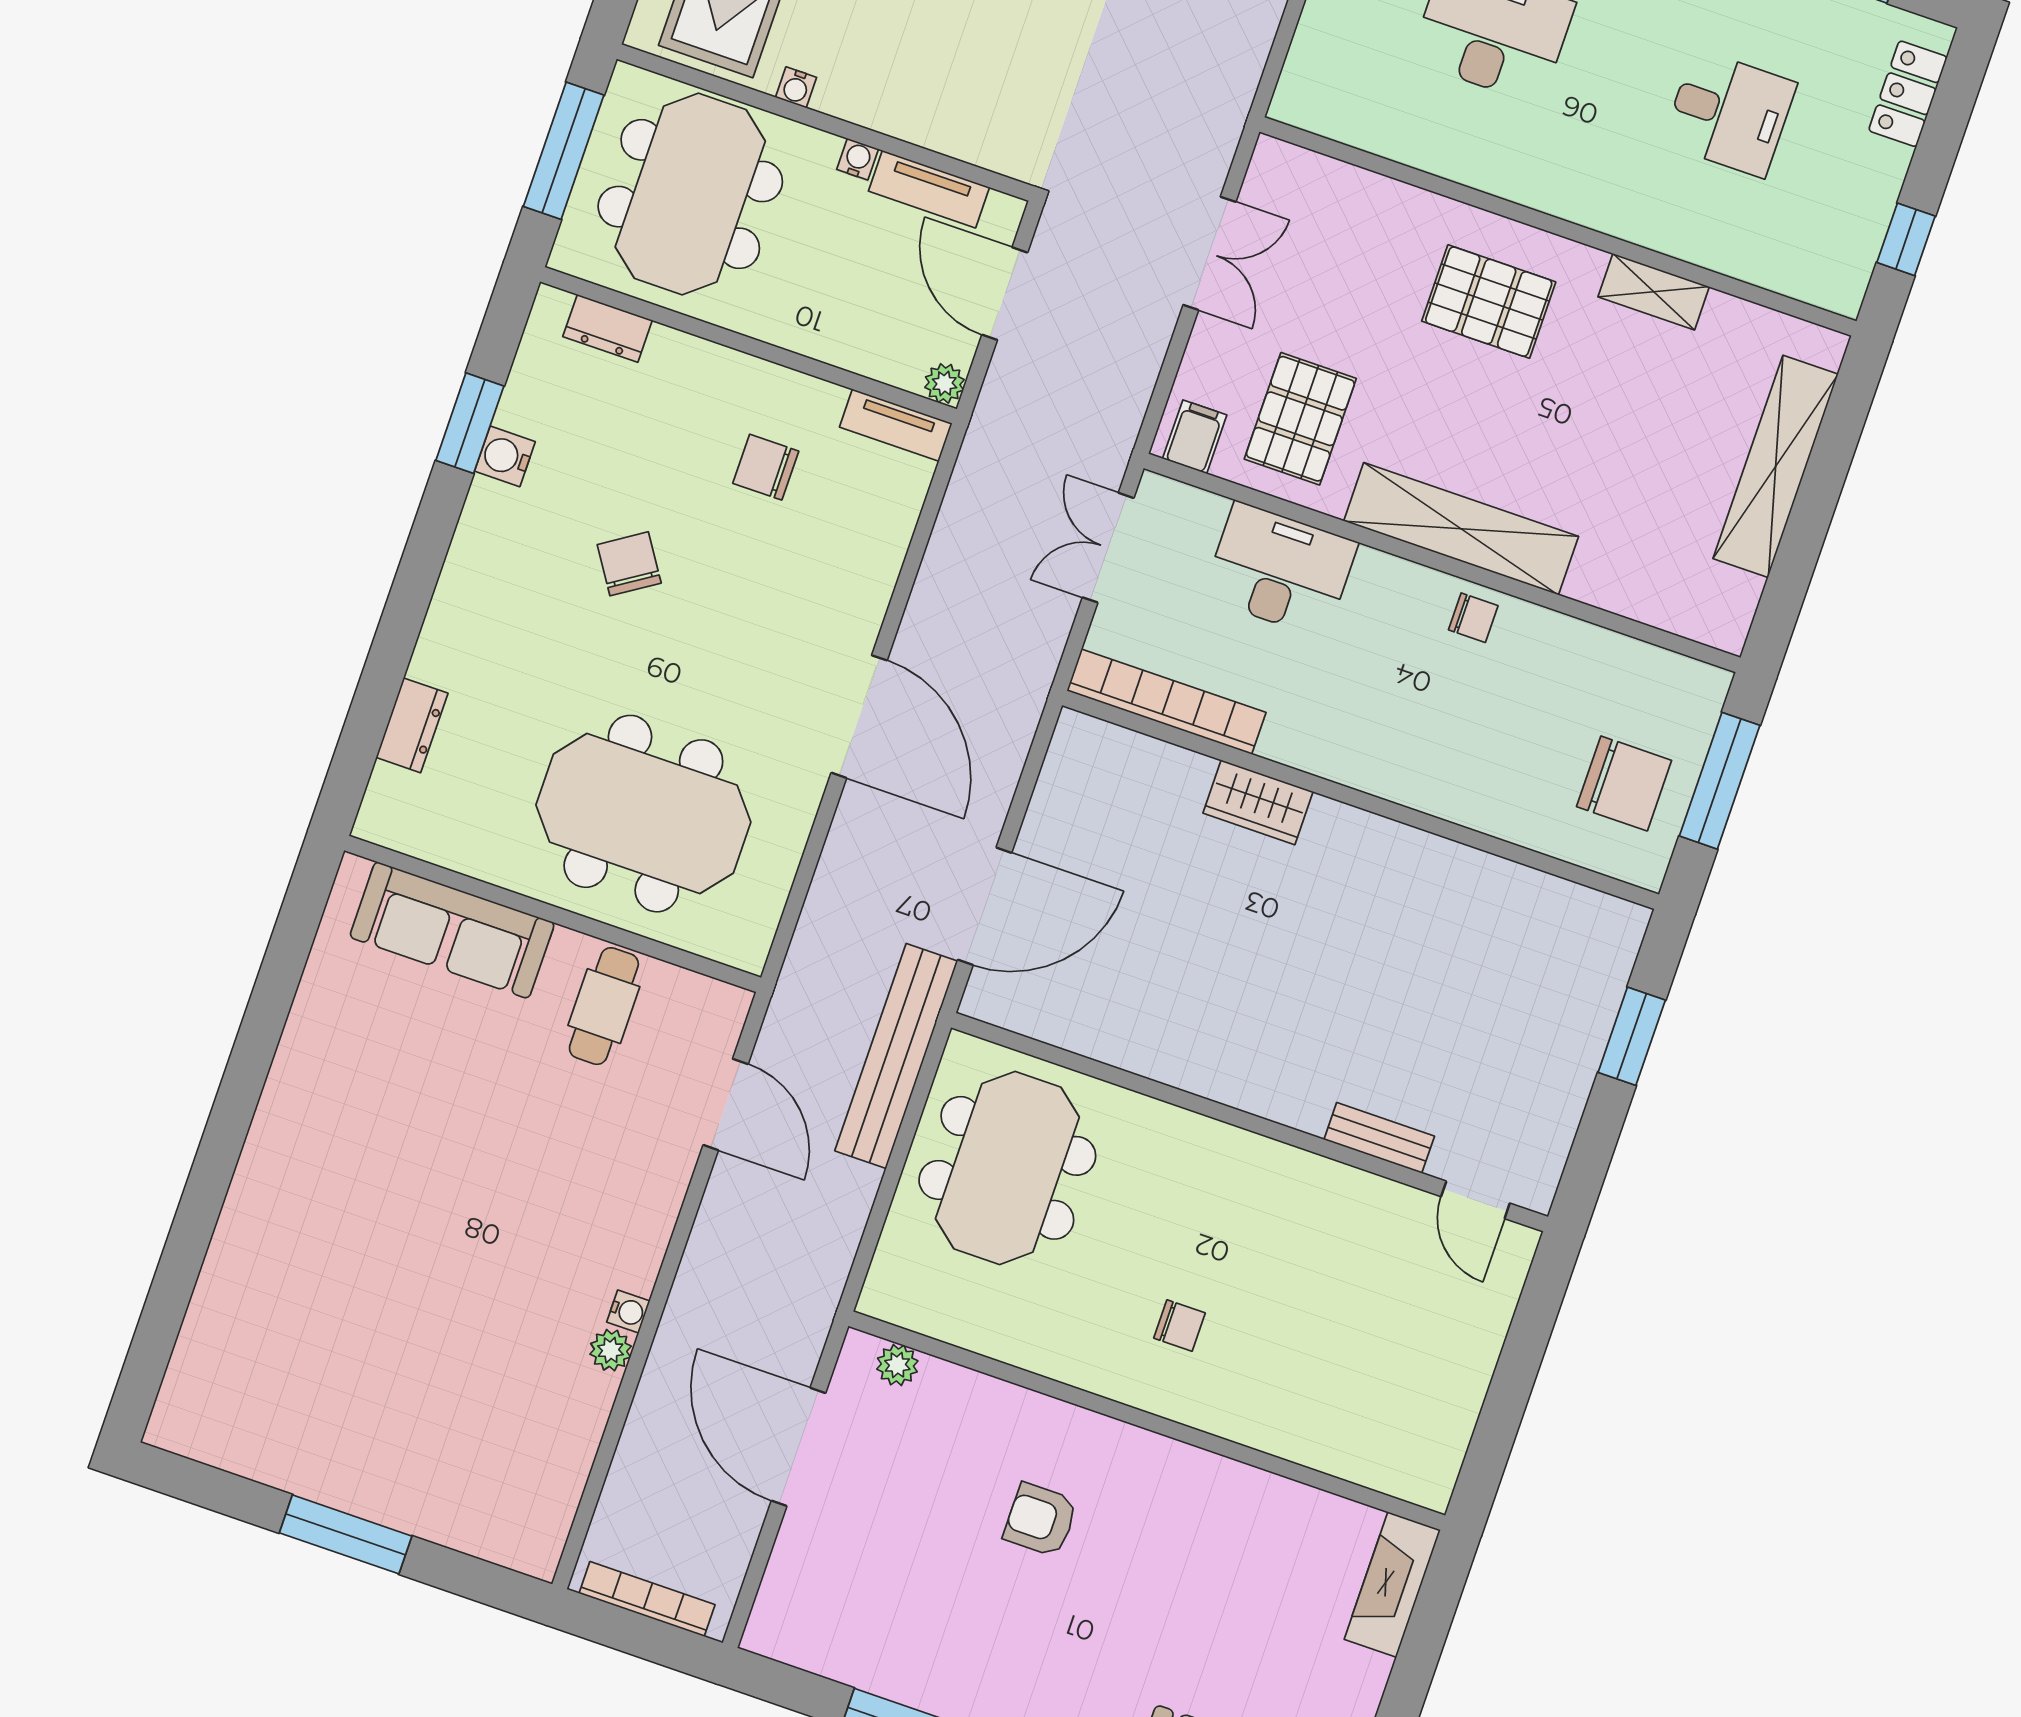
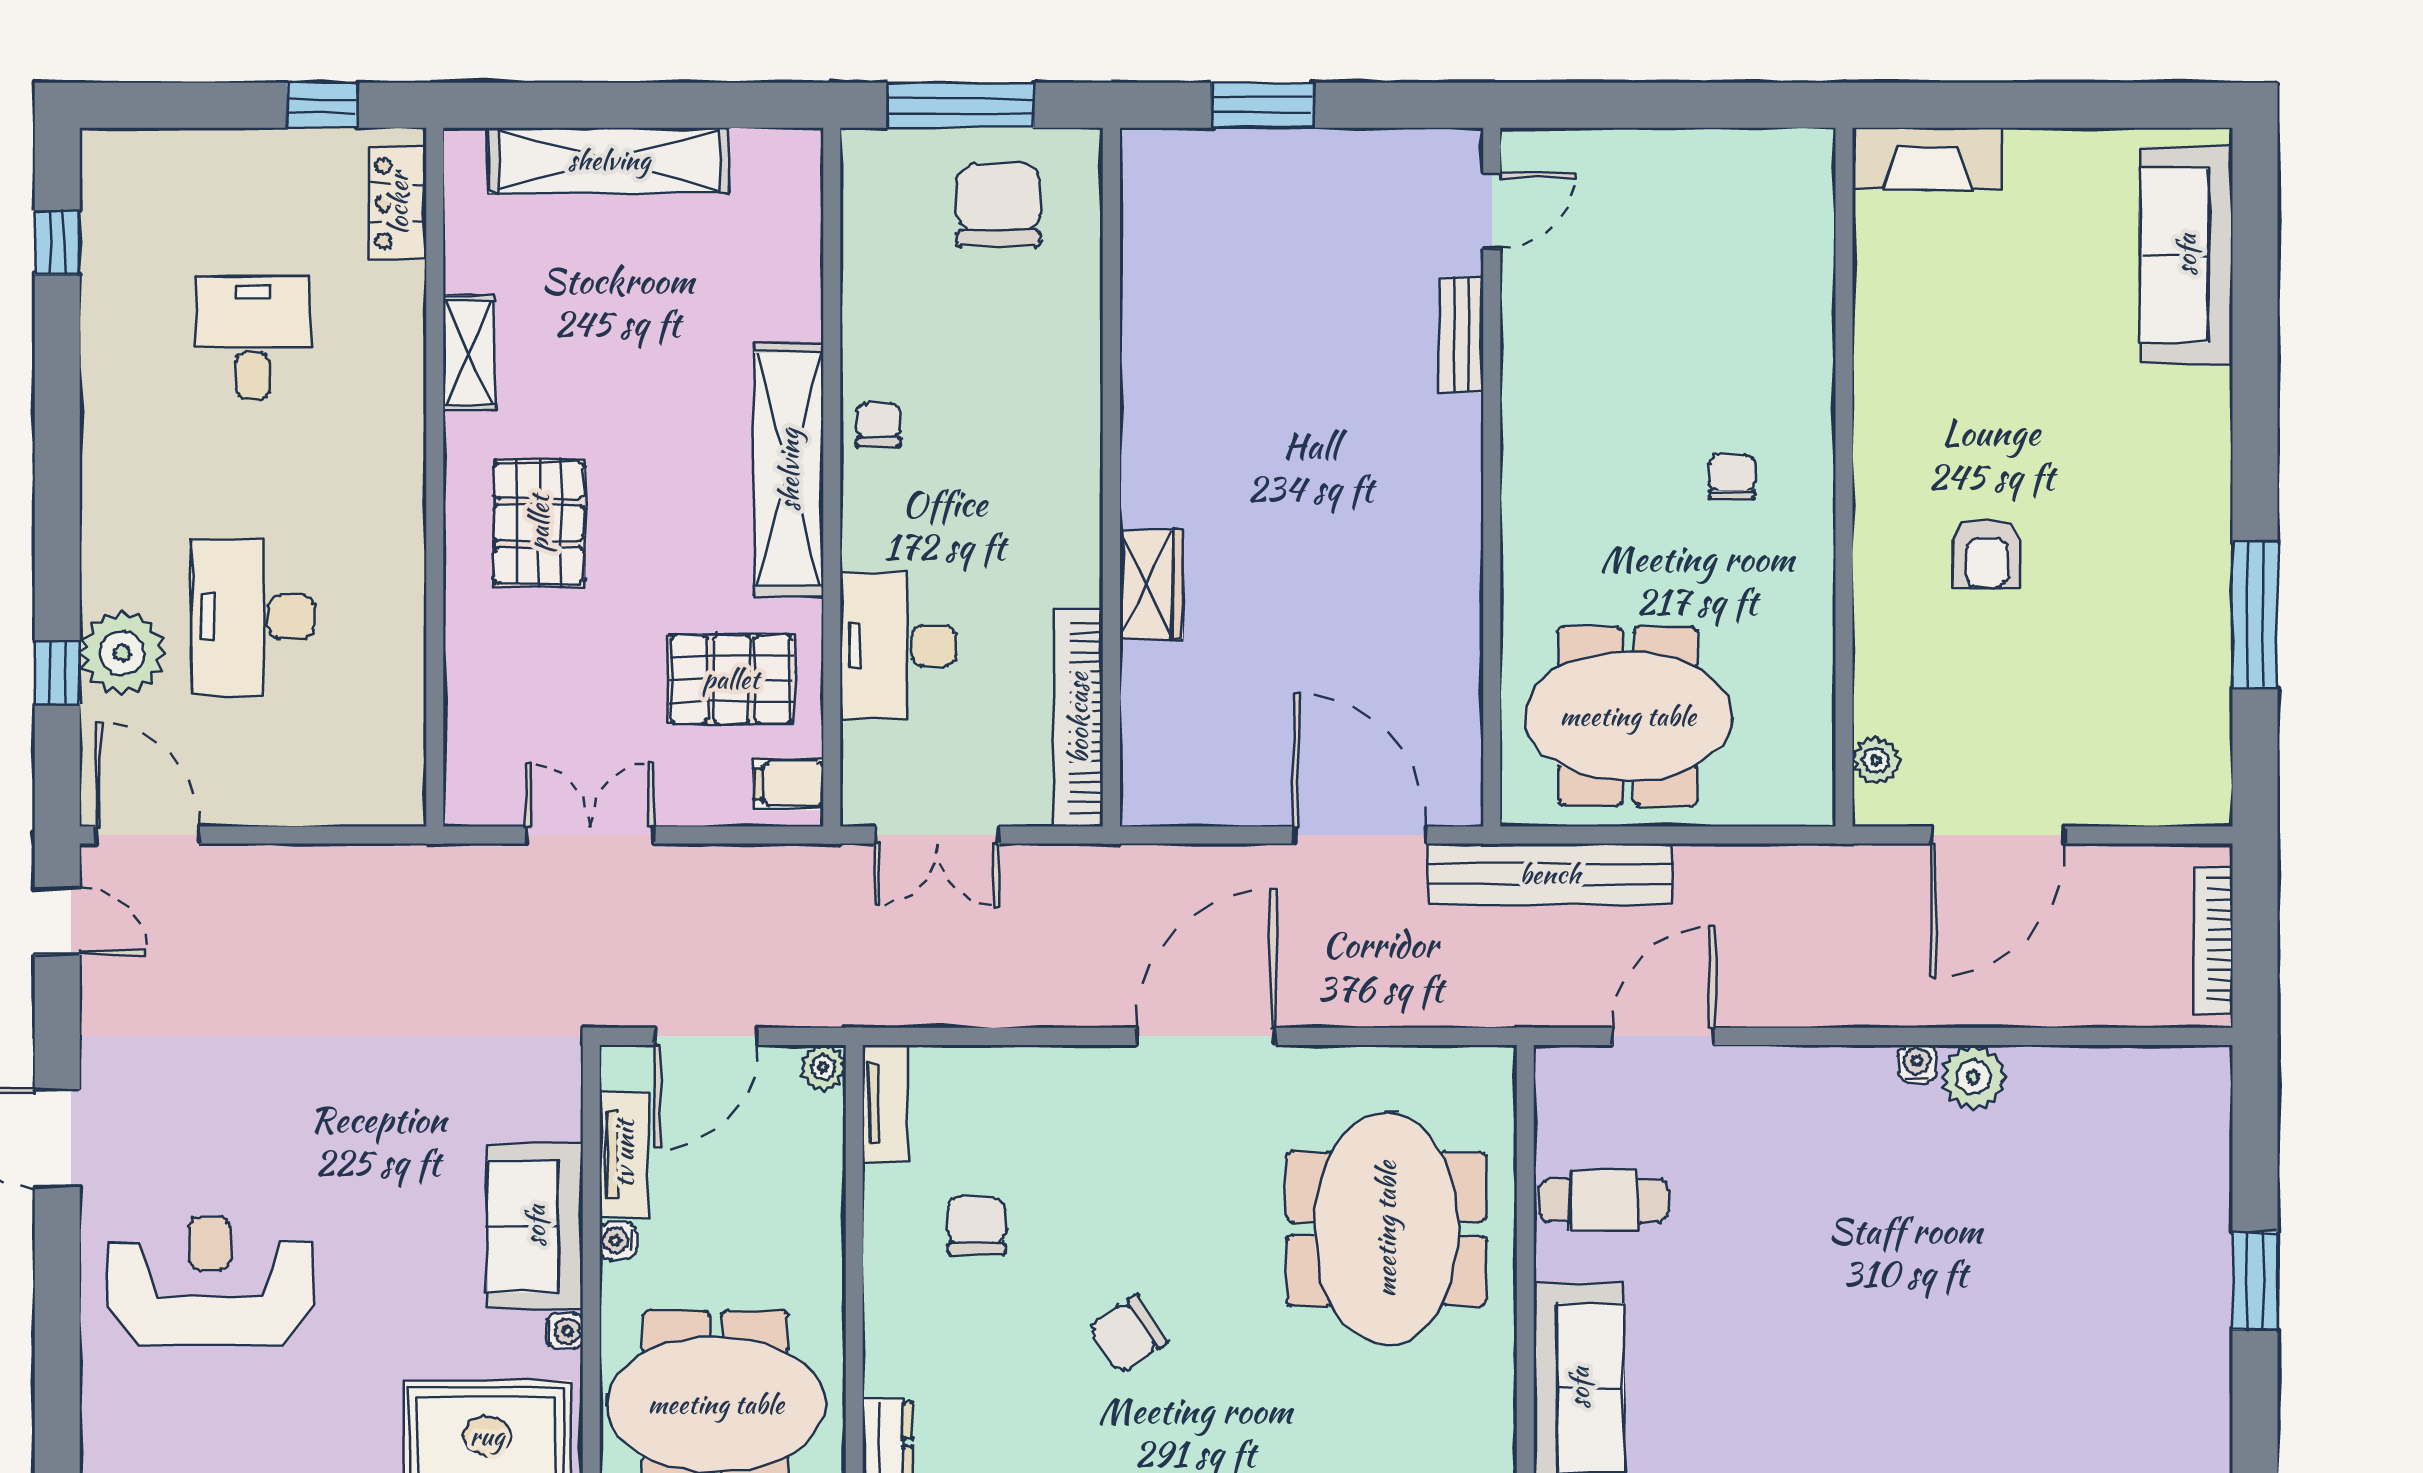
sofa: (894, 93) -> (535, 1226), added
locker: (1908, 94) -> (398, 203), moved, turned 90
chair: (766, 467) -> (976, 1225), turned 180
plant: (611, 1350) -> (1973, 1077), width x1.38, depth x1.38
window: (346, 1534) -> (2255, 1281), width x0.69

